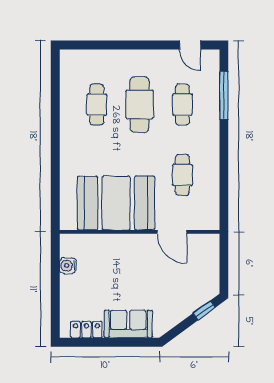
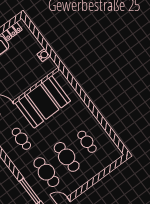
cafe table: (182, 105) -> (46, 172), width x1.37, depth x1.35

